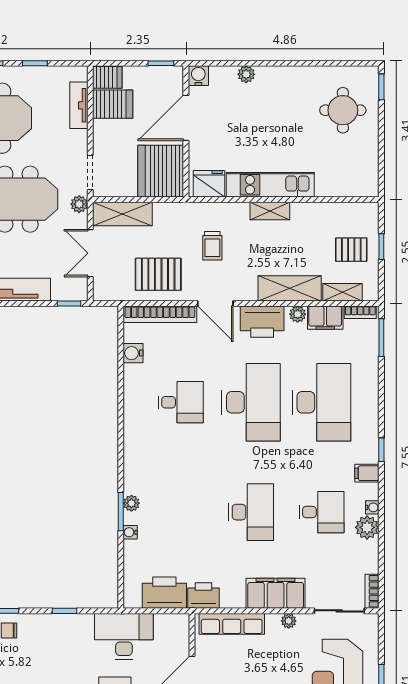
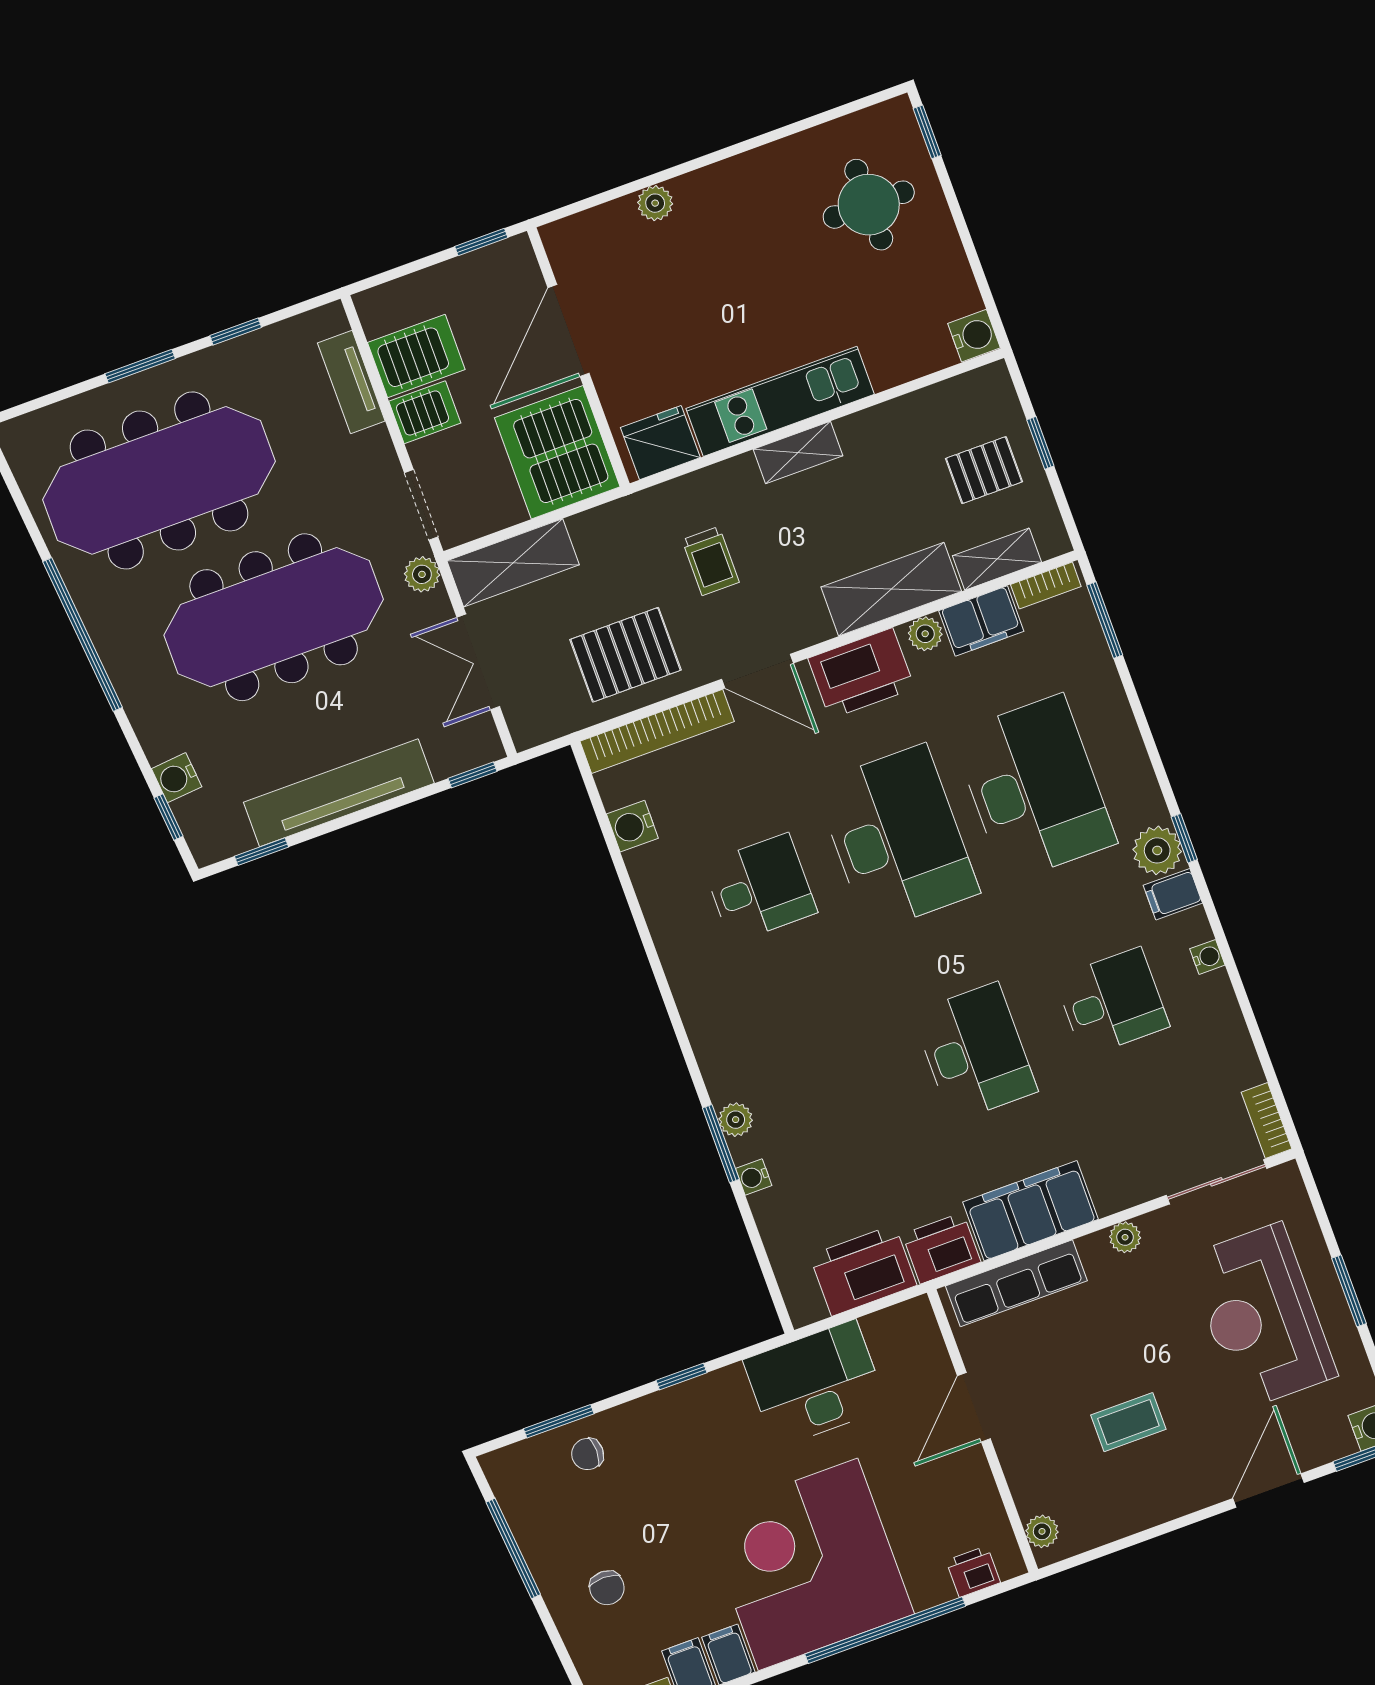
water cooler: (198, 76) -> (974, 336), moved, turned 90
server rack: (107, 77) -> (425, 412), moved
plant: (367, 527) -> (1157, 850), moved
filing cabinet: (276, 593) -> (1030, 1211), moved

